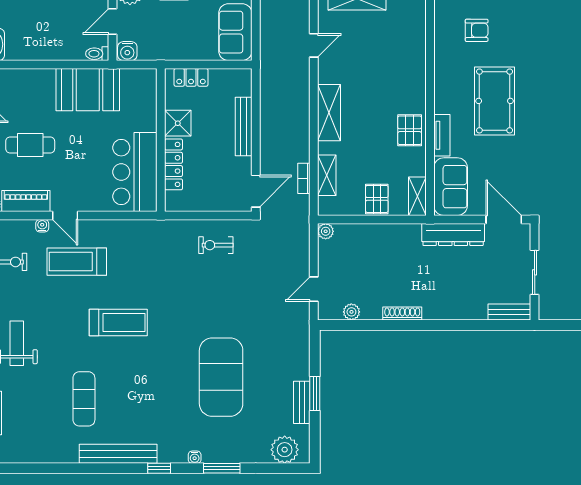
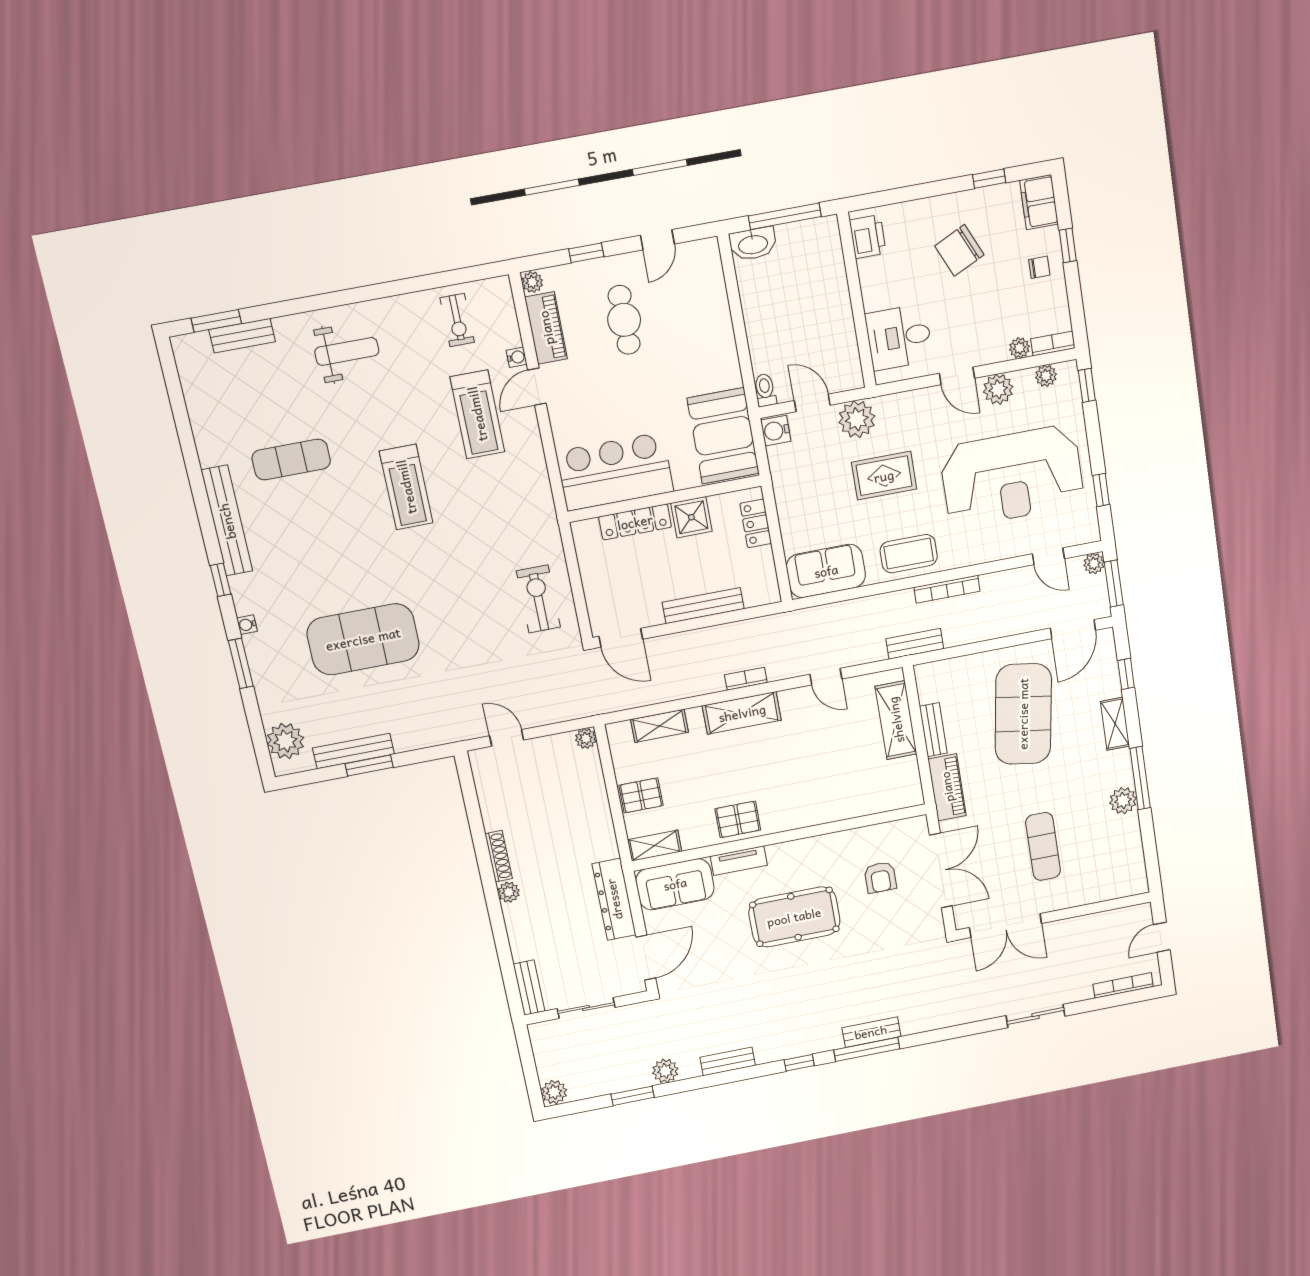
booth: (88, 90) -> (723, 436), moved
bookcase: (304, 178) -> (746, 679), moved
exercise bike: (216, 245) -> (538, 599), width x1.38, depth x1.39
treadmill: (77, 262) -> (477, 414), turned 180
plant: (351, 312) -> (509, 892), moved
bench: (302, 402) -> (354, 751), width x1.36

